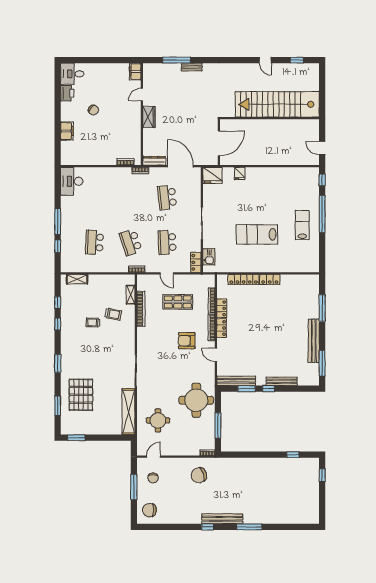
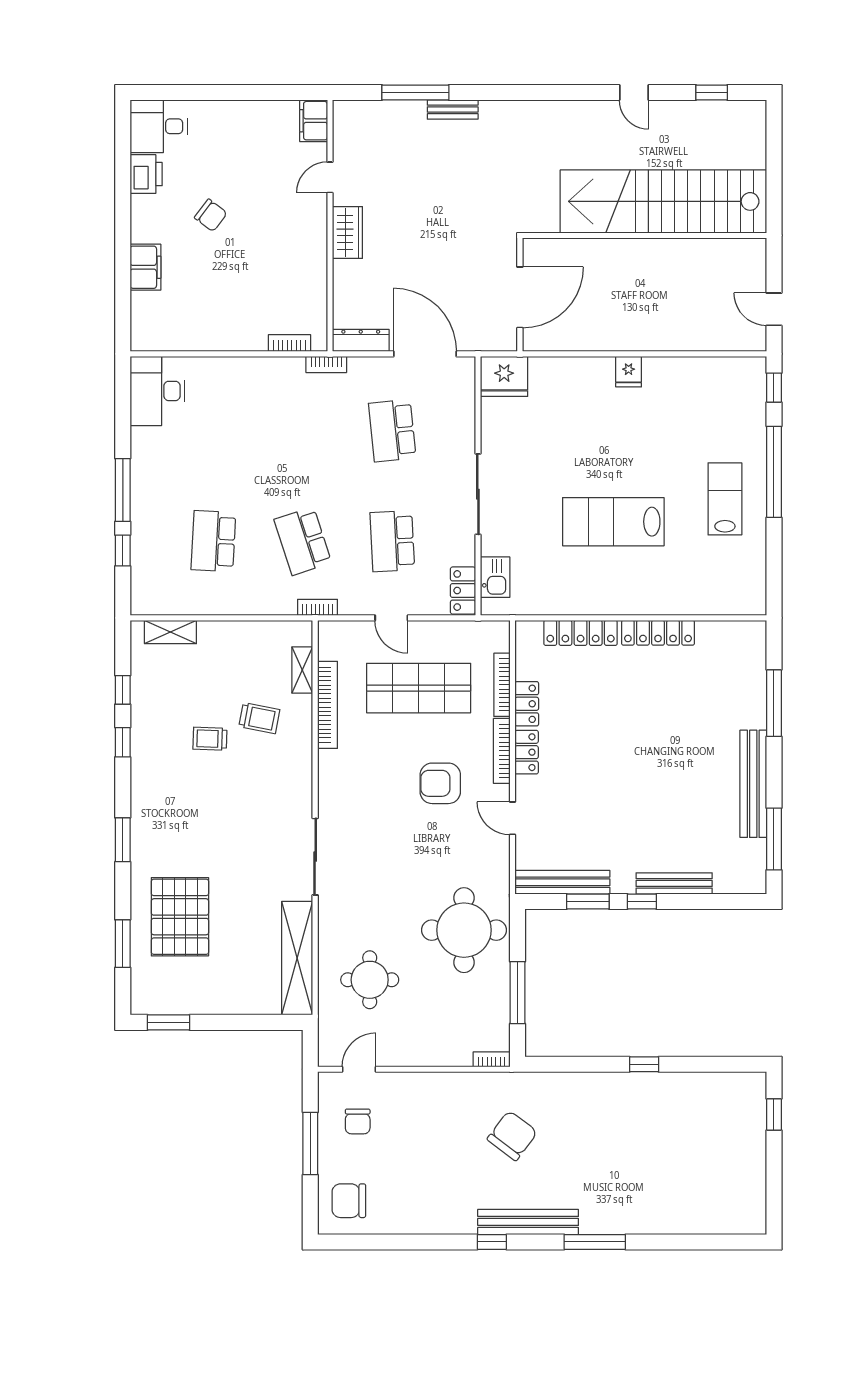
fridge: (240, 173) -> (629, 372), moved
locker: (270, 279) -> (658, 633), width x1.53
shop shelf: (178, 302) -> (419, 688), width x1.43, depth x1.36
window: (293, 455) -> (644, 1064), moved
chair: (199, 475) -> (512, 1136), moved, turned 145

